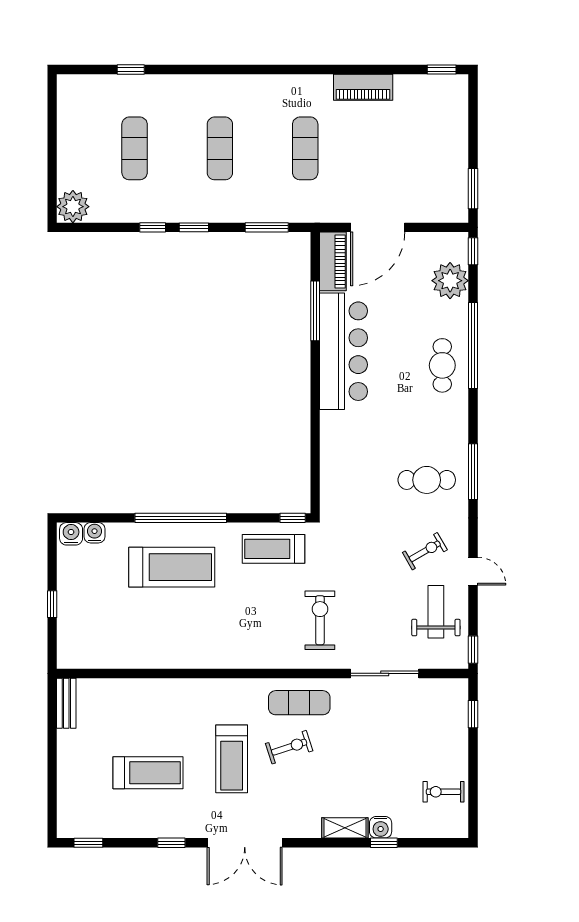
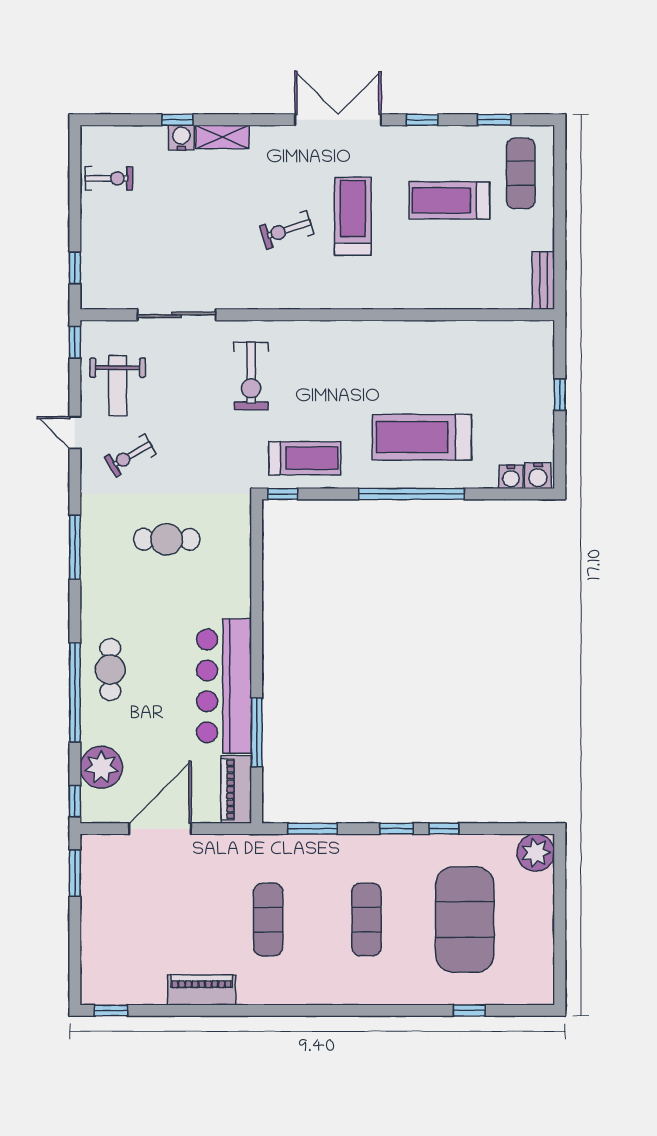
exercise mat: (135, 148) -> (465, 920), width x2.00, depth x1.45
door: (378, 227) -> (160, 829), moved
cafe table: (427, 480) -> (167, 539), moved
exercise mat: (299, 703) -> (521, 173), moved, turned 90
window: (88, 843) -> (494, 120), moved

